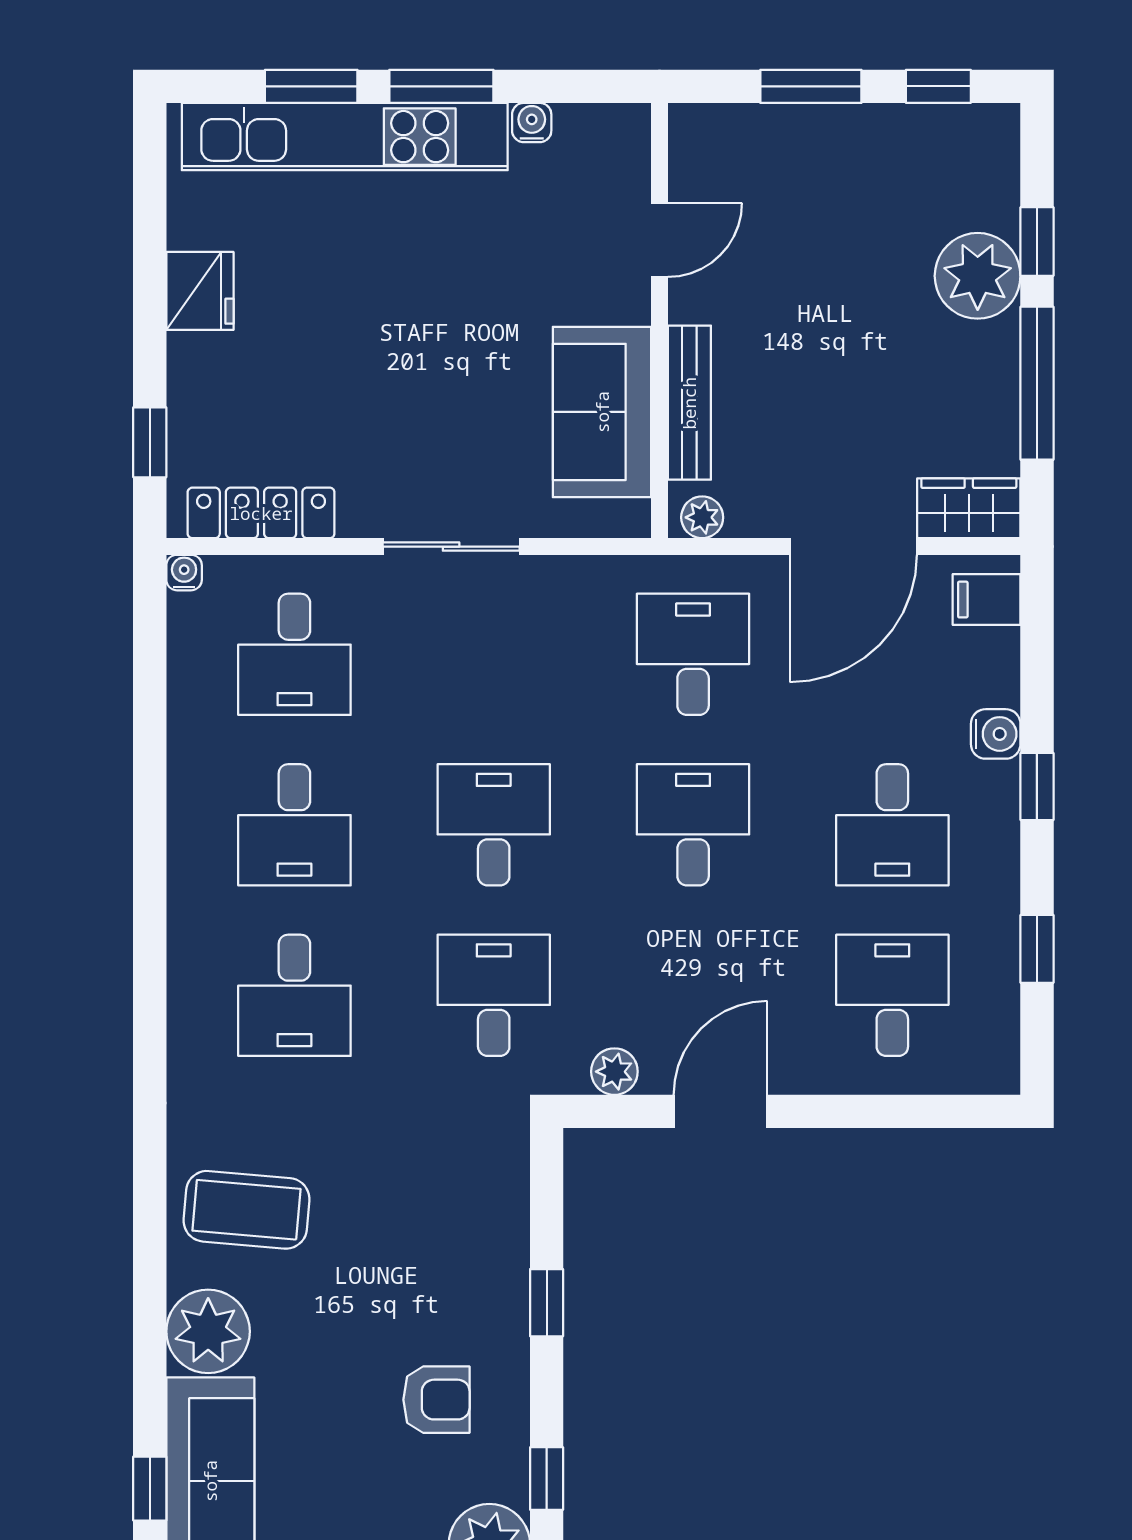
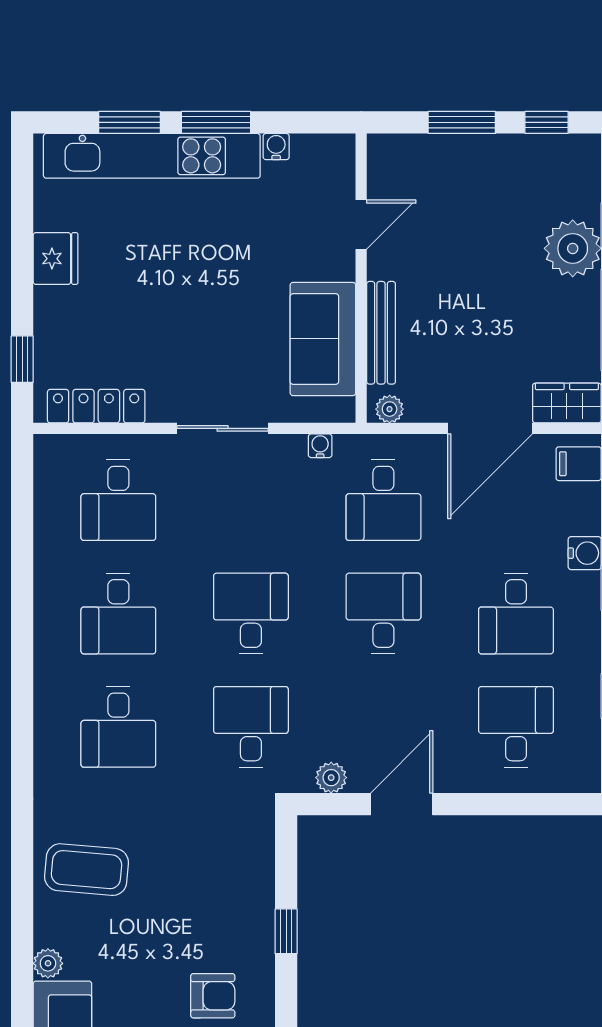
water cooler: (184, 573) -> (320, 446), moved
desk: (693, 654) -> (383, 500), turned 180
plant: (208, 1331) -> (48, 963), width x0.53, depth x0.53

